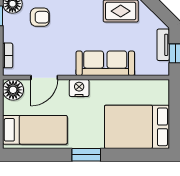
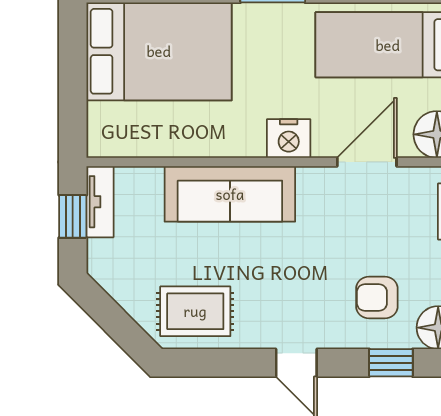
tv unit: (163, 45) -> (100, 202), moved

